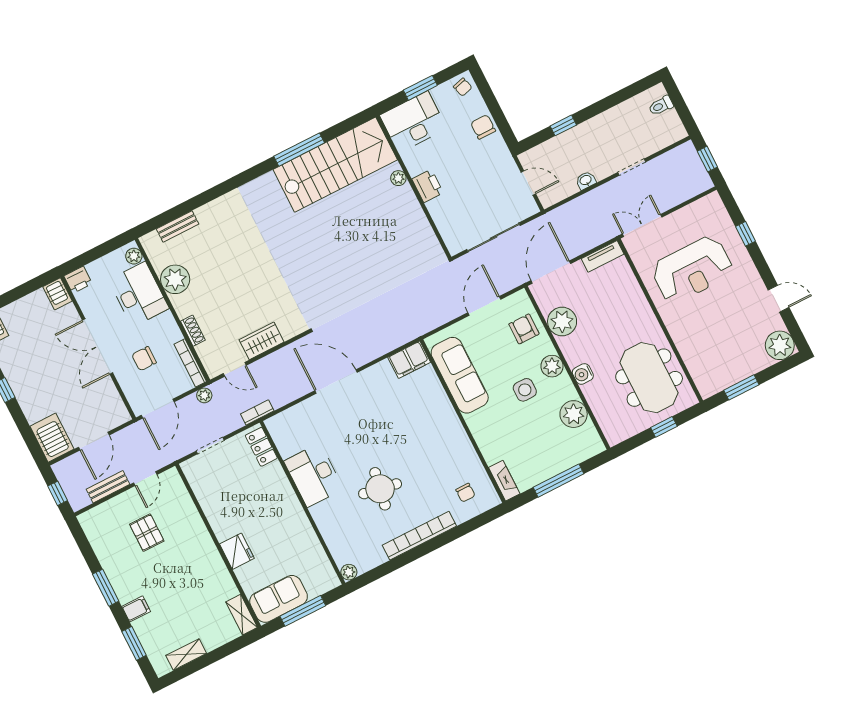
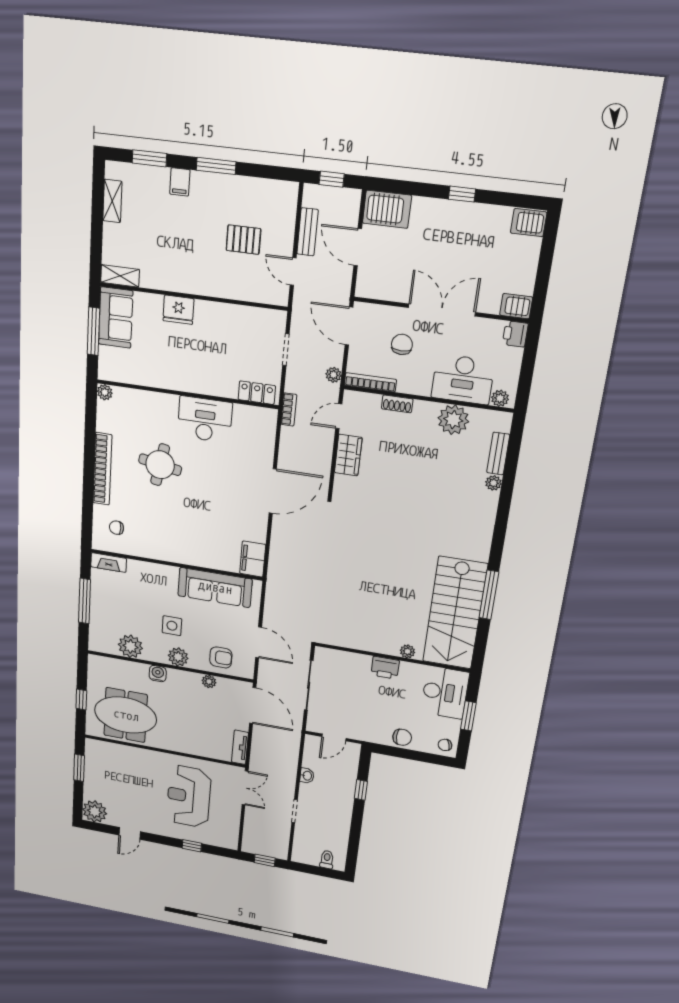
plant: (204, 213) -> (493, 483), added
plant: (562, 321) -> (209, 681), width x0.53, depth x0.53

